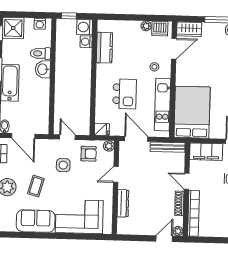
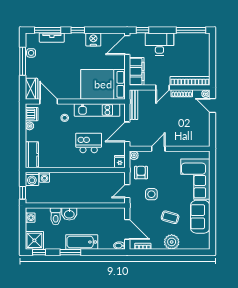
kitchen counter: (104, 48) -> (32, 155), moved, turned 90
door: (23, 136) -> (127, 229), hinge flipped
door: (116, 174) -> (158, 149), swing flipped
dresser: (123, 203) -> (183, 142), removed

